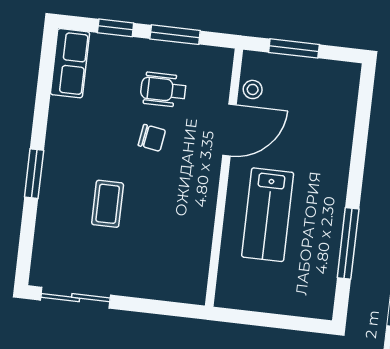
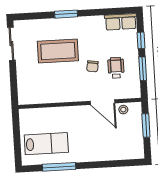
coffee table: (108, 204) -> (58, 51), width x1.86, depth x1.72
lab bench: (268, 215) -> (46, 144), moved, turned 180

